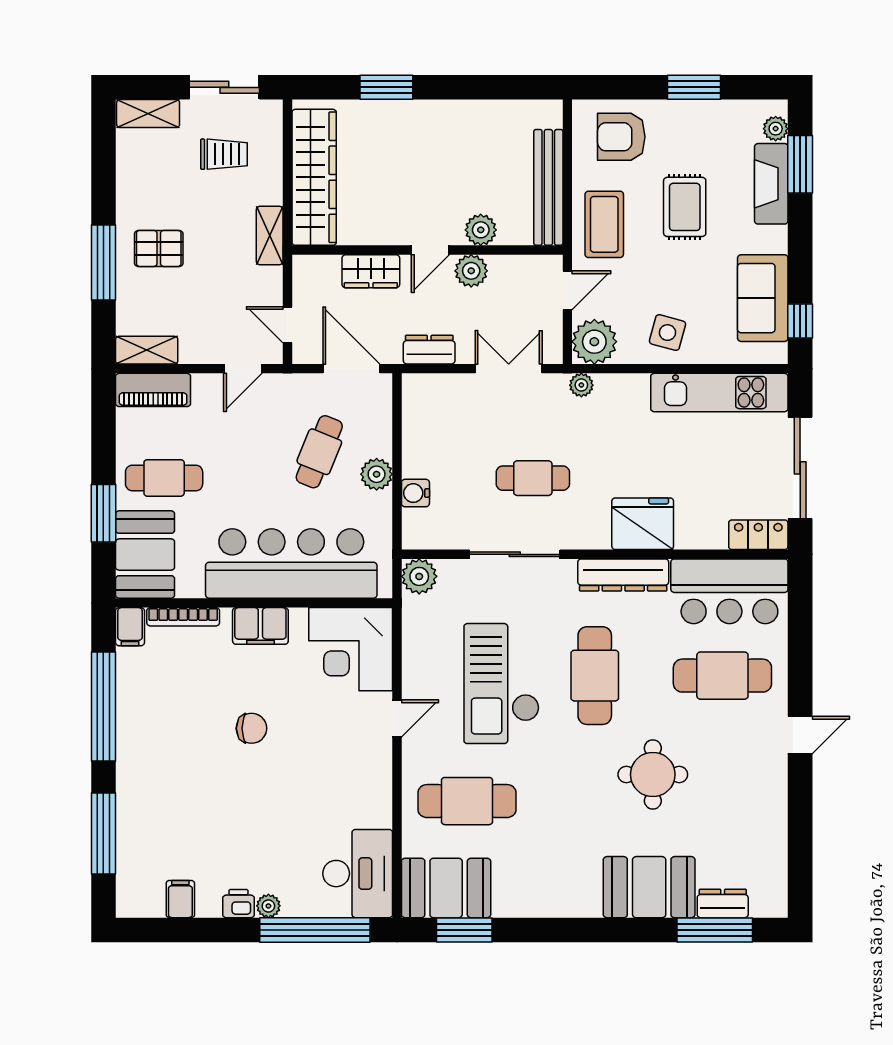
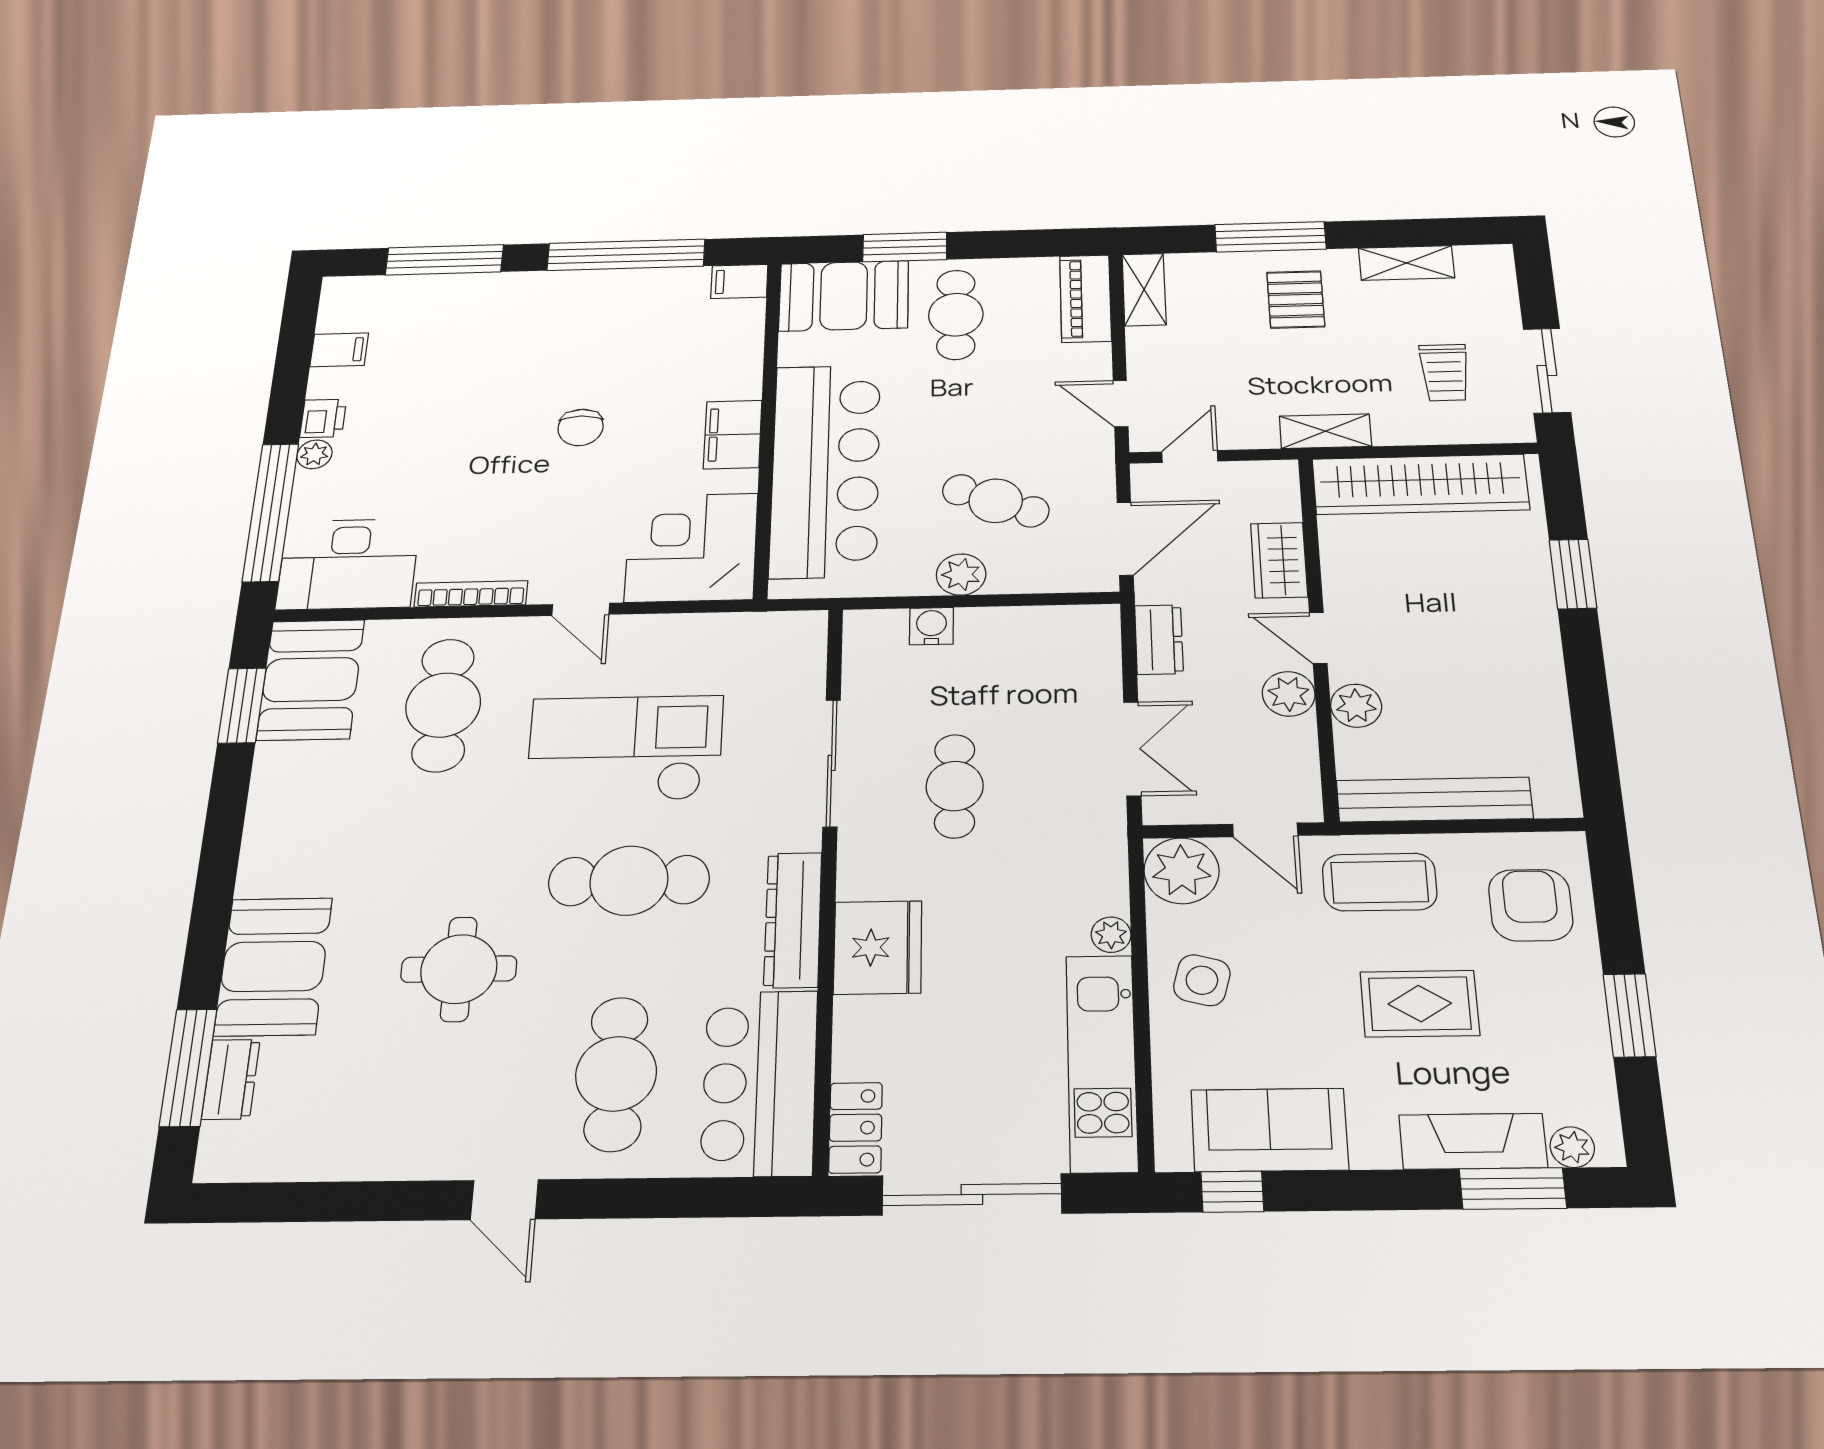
shelving: (148, 114) -> (1406, 263), moved, turned 90
plant: (581, 385) -> (1111, 935), moved
plant: (419, 576) -> (800, 634), removed
bookcase: (183, 617) -> (471, 594), moved, turned 90

